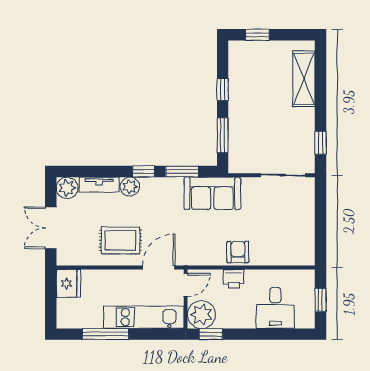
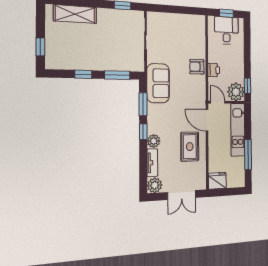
desk: (275, 308) -> (226, 30), moved, turned -90

